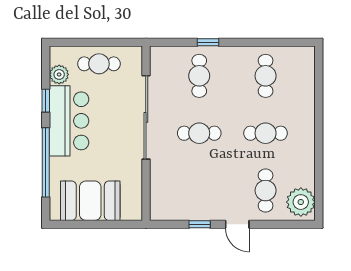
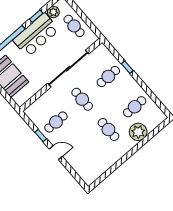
cafe table: (266, 191) -> (56, 122), moved
plant: (301, 202) -> (138, 132), moved
door: (237, 224) -> (56, 153), swing flipped

